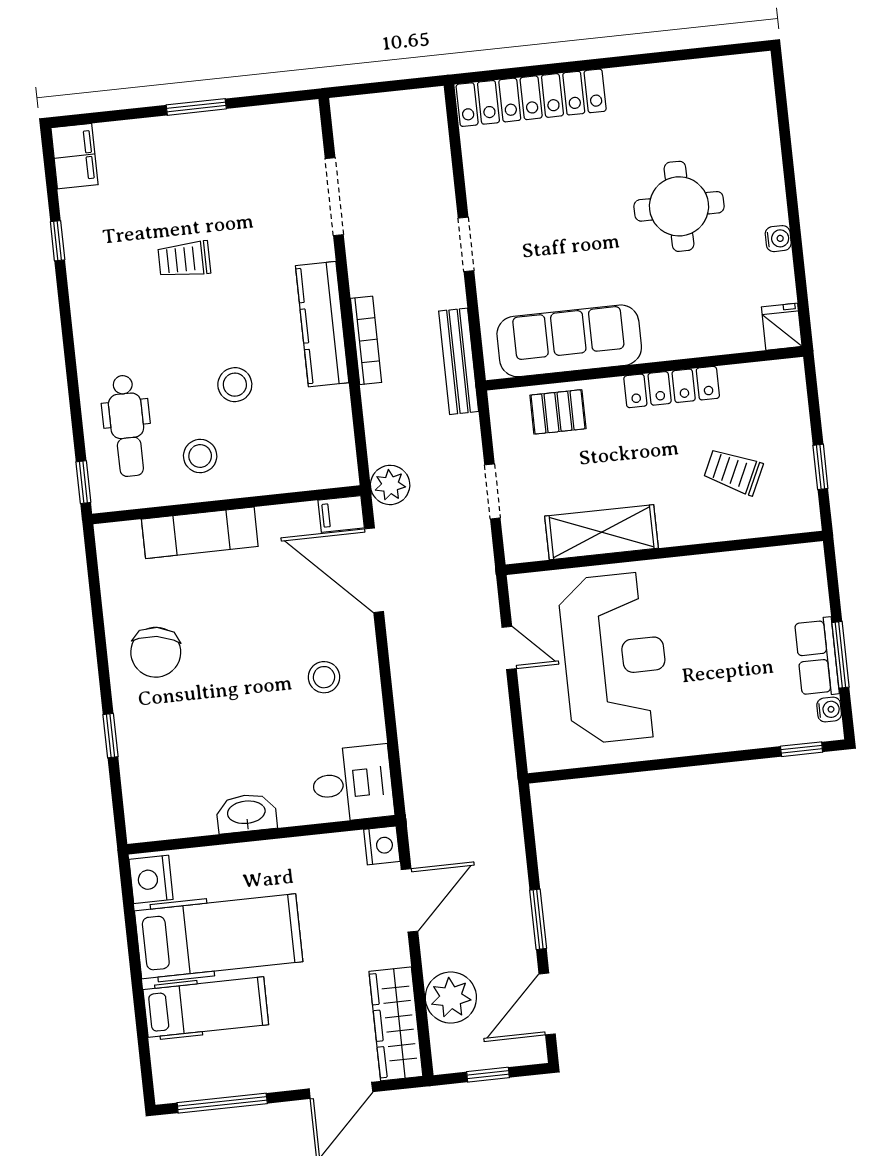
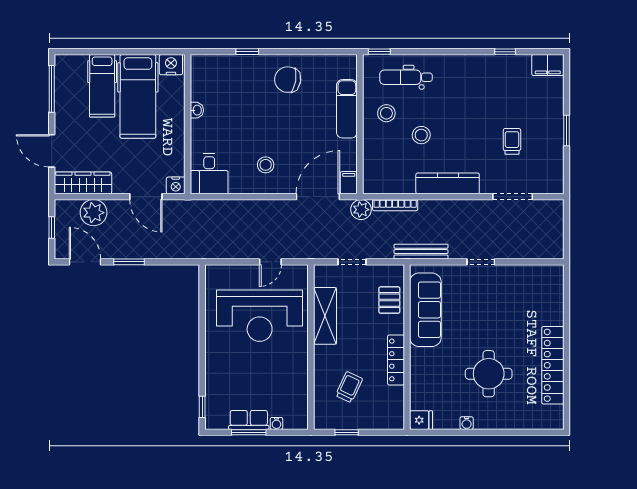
locker: (531, 98) -> (553, 365), moved
trolley: (184, 259) -> (512, 141), moved
bookcase: (366, 340) -> (395, 205), moved
water cooler: (829, 709) -> (276, 423), moved
washbasin: (246, 813) -> (197, 110), width x0.52, depth x0.69

